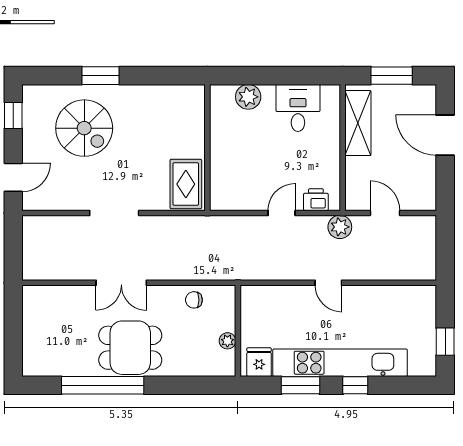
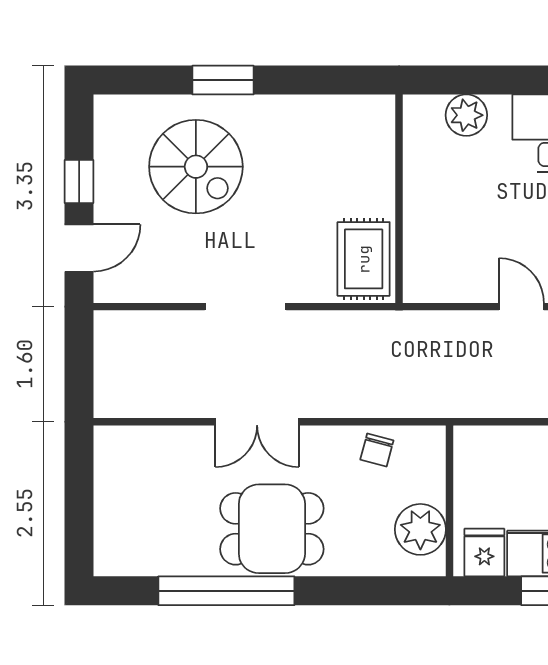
window: (13, 115) -> (79, 182), moved
door: (282, 213) -> (521, 307), hinge flipped
chair: (194, 300) -> (377, 450), turned -75
plant: (227, 341) -> (420, 529), width x1.88, depth x1.88

